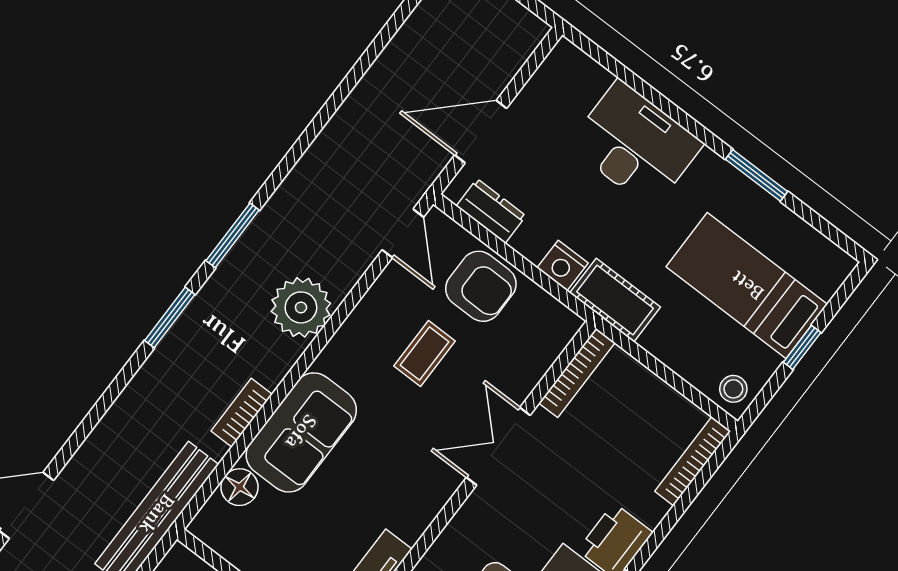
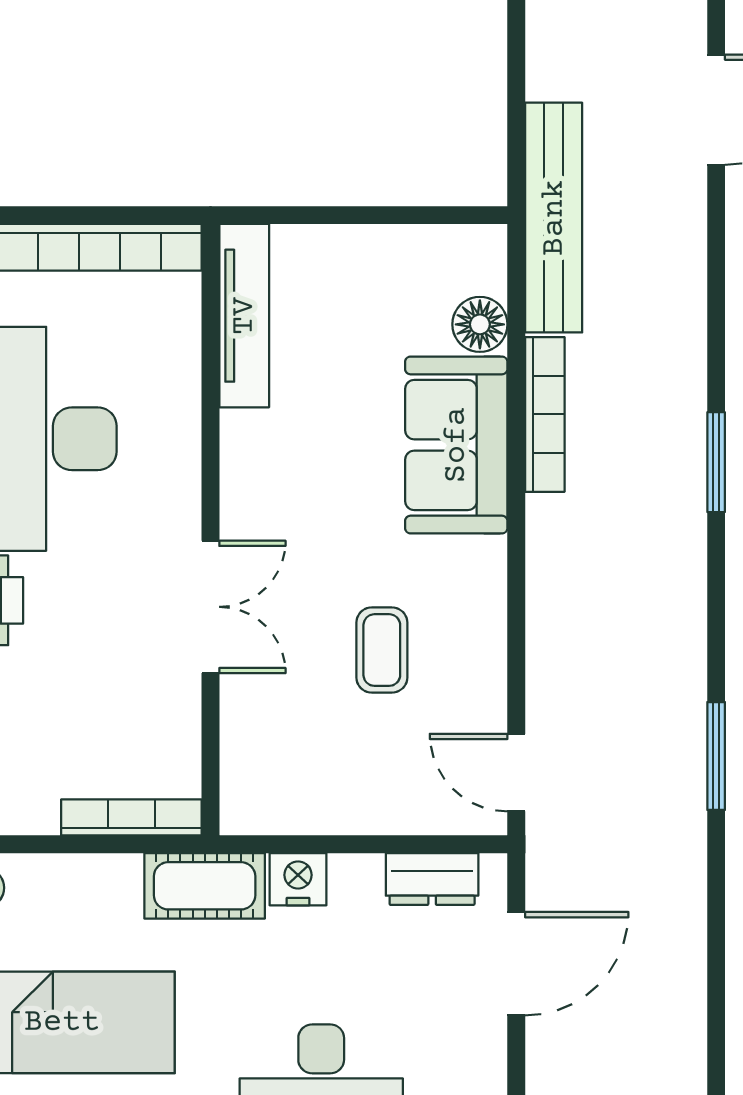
window: (233, 235) -> (716, 756), moved
armchair: (481, 286) -> (376, 781), removed
plant: (301, 307) -> (570, 593), removed
bookcase: (577, 373) -> (131, 817), moved, turned 90
bookcase: (242, 413) -> (545, 414), width x1.56

